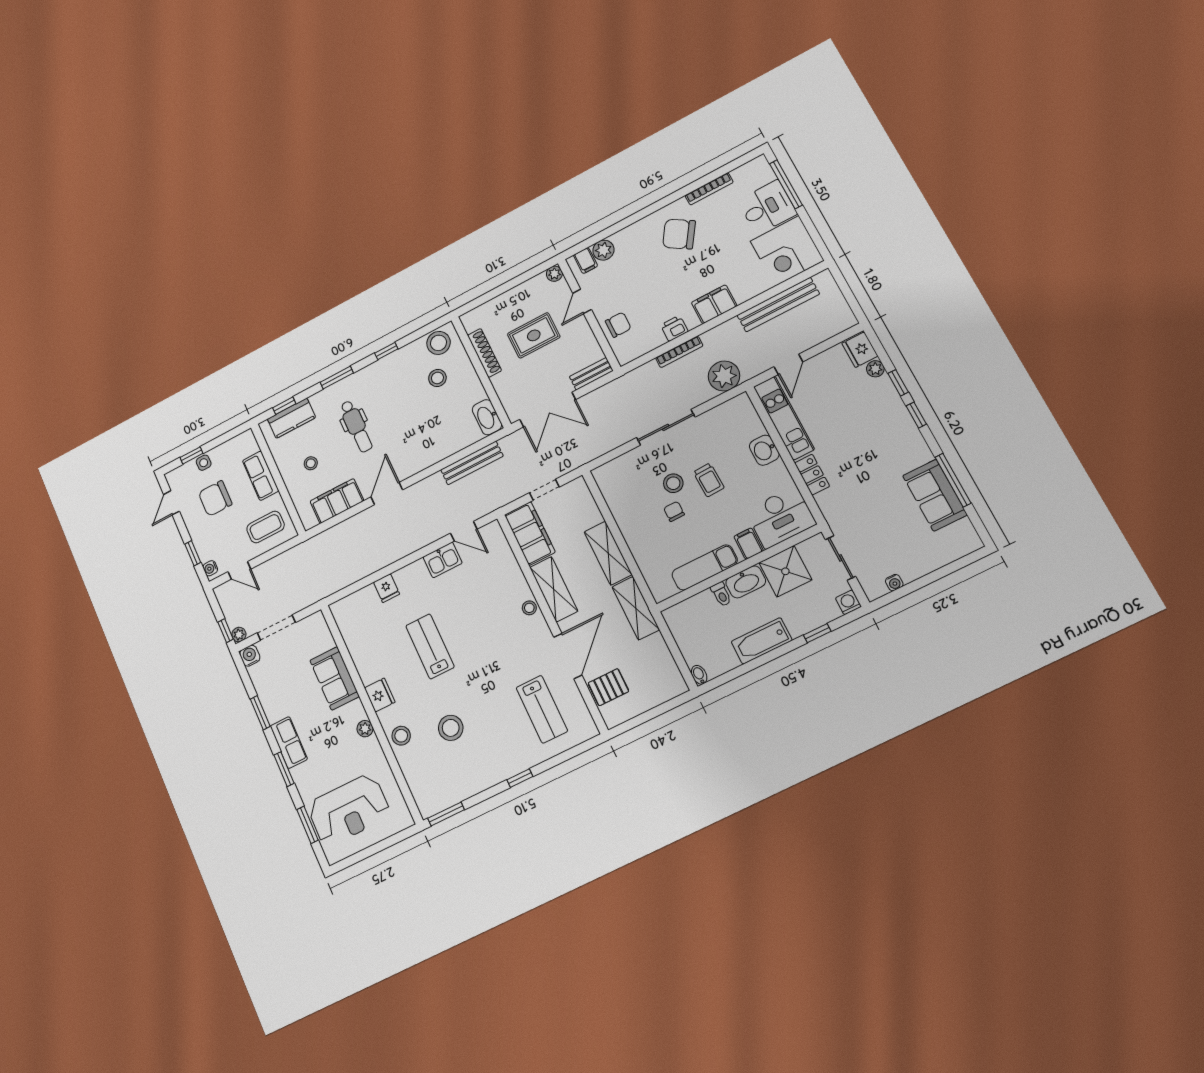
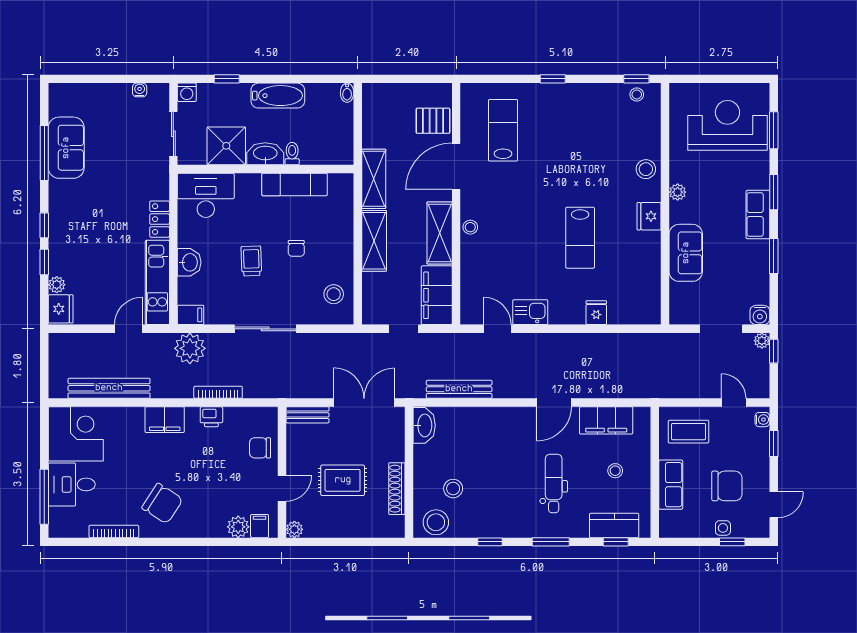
stool: (673, 483) -> (334, 294), moved
filing cabinet: (749, 544) -> (191, 315), moved, turned -90
stool: (451, 728) -> (637, 94), moved, width x0.53, depth x0.53
window: (446, 814) -> (636, 79), width x0.67

